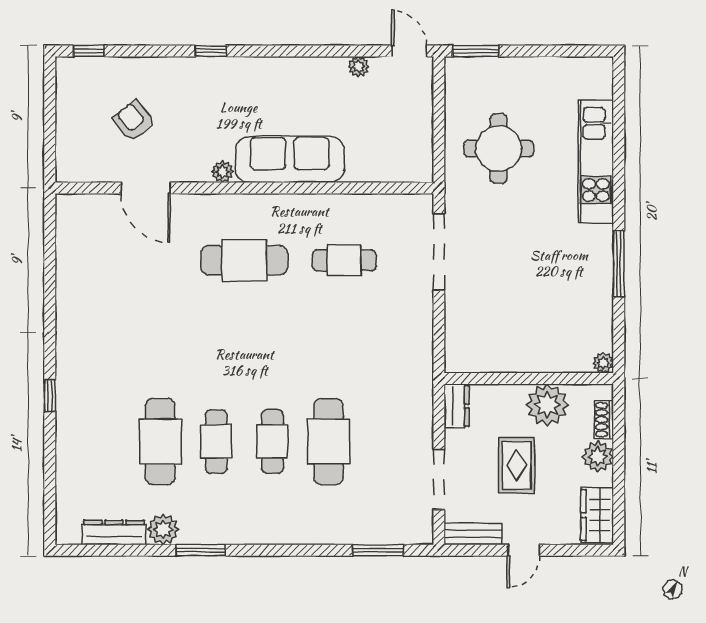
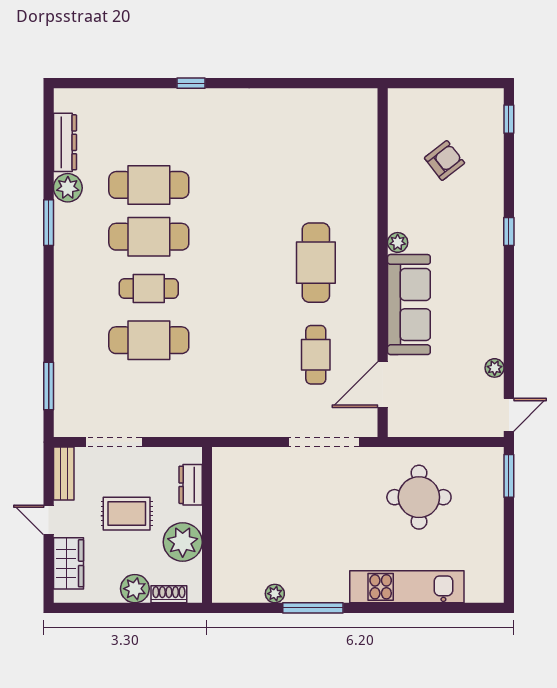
door: (146, 188) -> (383, 385), moved
plant: (603, 363) -> (275, 594), moved
dresser: (457, 406) -> (191, 485), moved, turned 90
cafe table: (216, 442) -> (149, 237), width x1.37, depth x1.35
wardrobe: (597, 515) -> (68, 563), moved, turned 90

